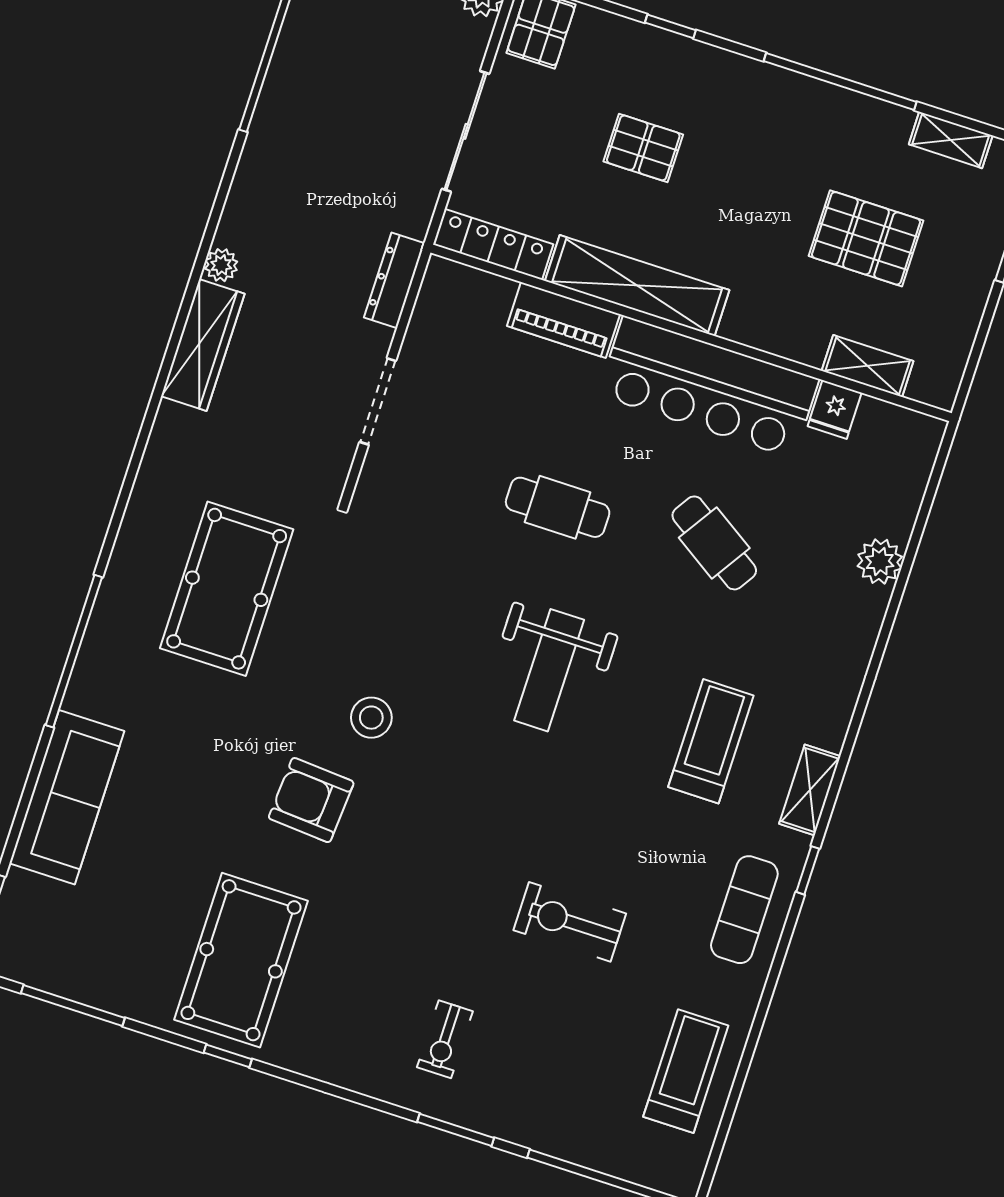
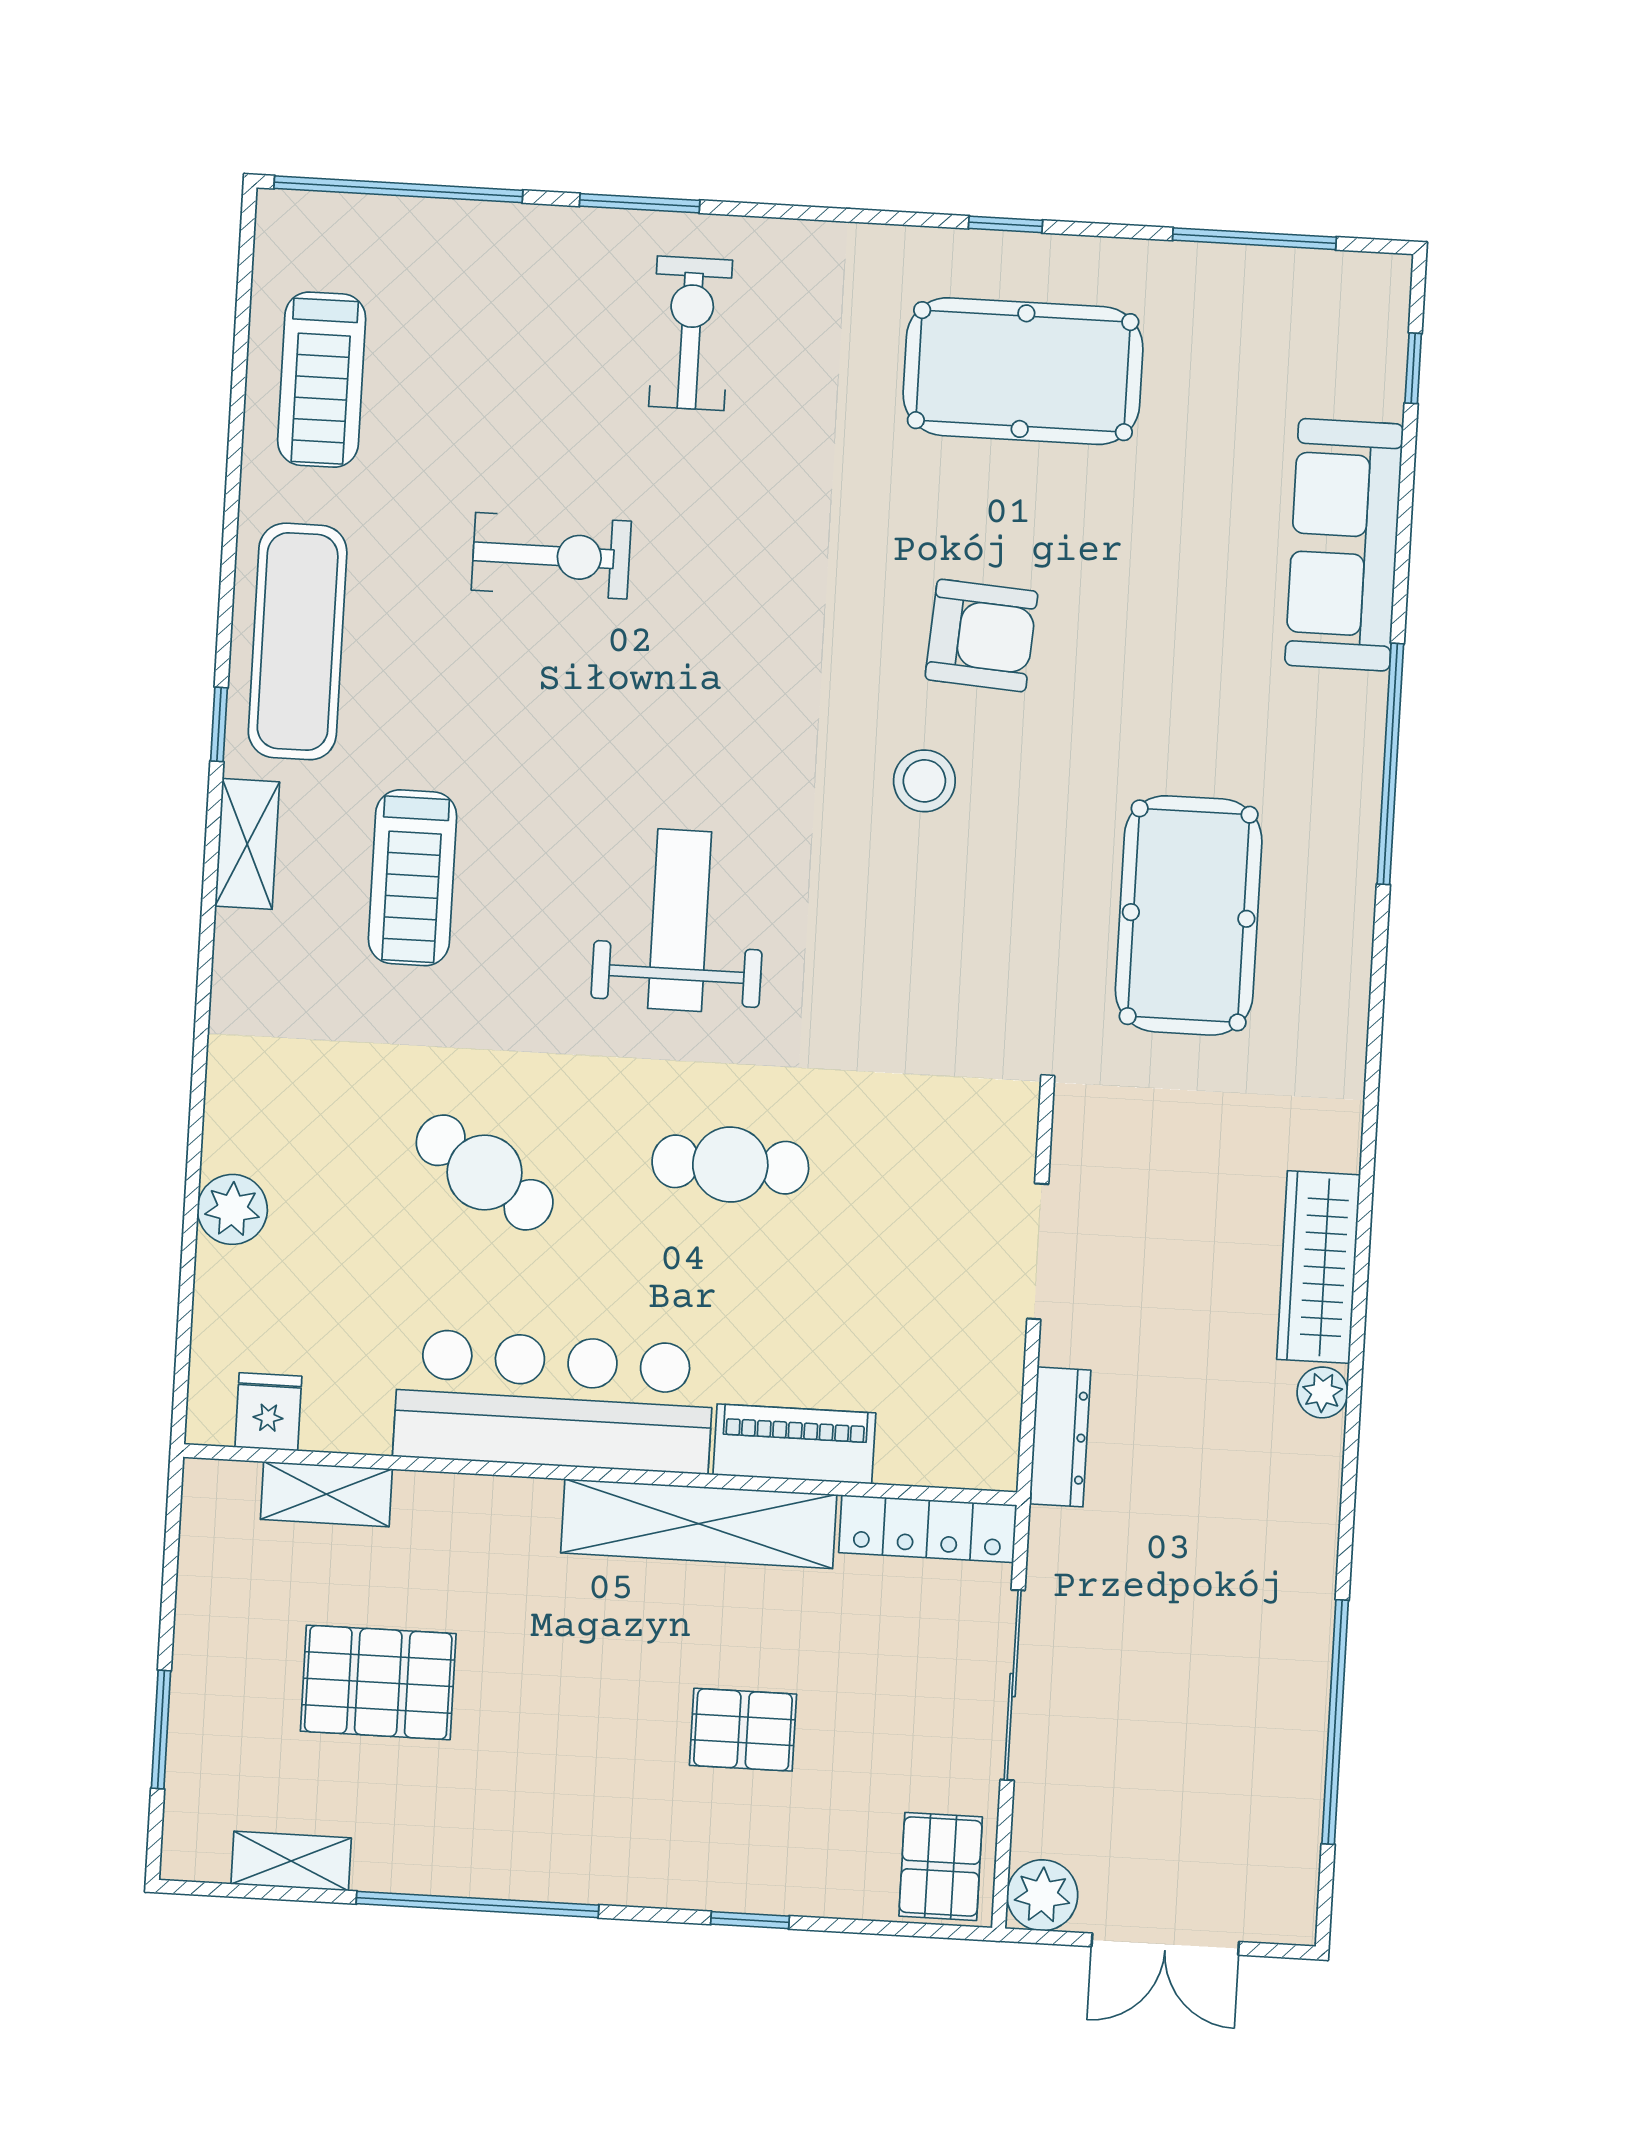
fridge: (835, 409) -> (268, 1412), moved
exercise mat: (744, 910) -> (298, 641), width x1.36, depth x1.45
pool table: (241, 960) -> (1023, 371), turned 90
exercise bike: (445, 1039) -> (691, 333), width x1.38, depth x1.39

